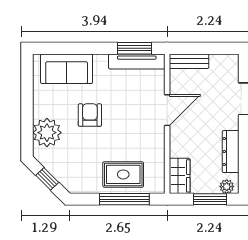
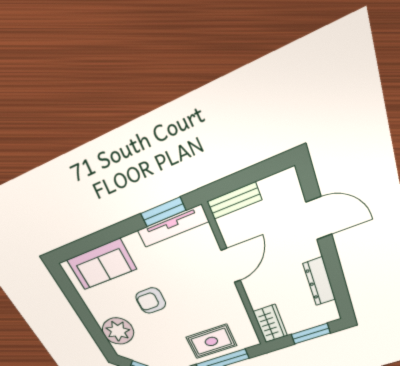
armchair: (90, 115) -> (151, 301), turned -90
plant: (227, 187) -> (325, 317), removed

